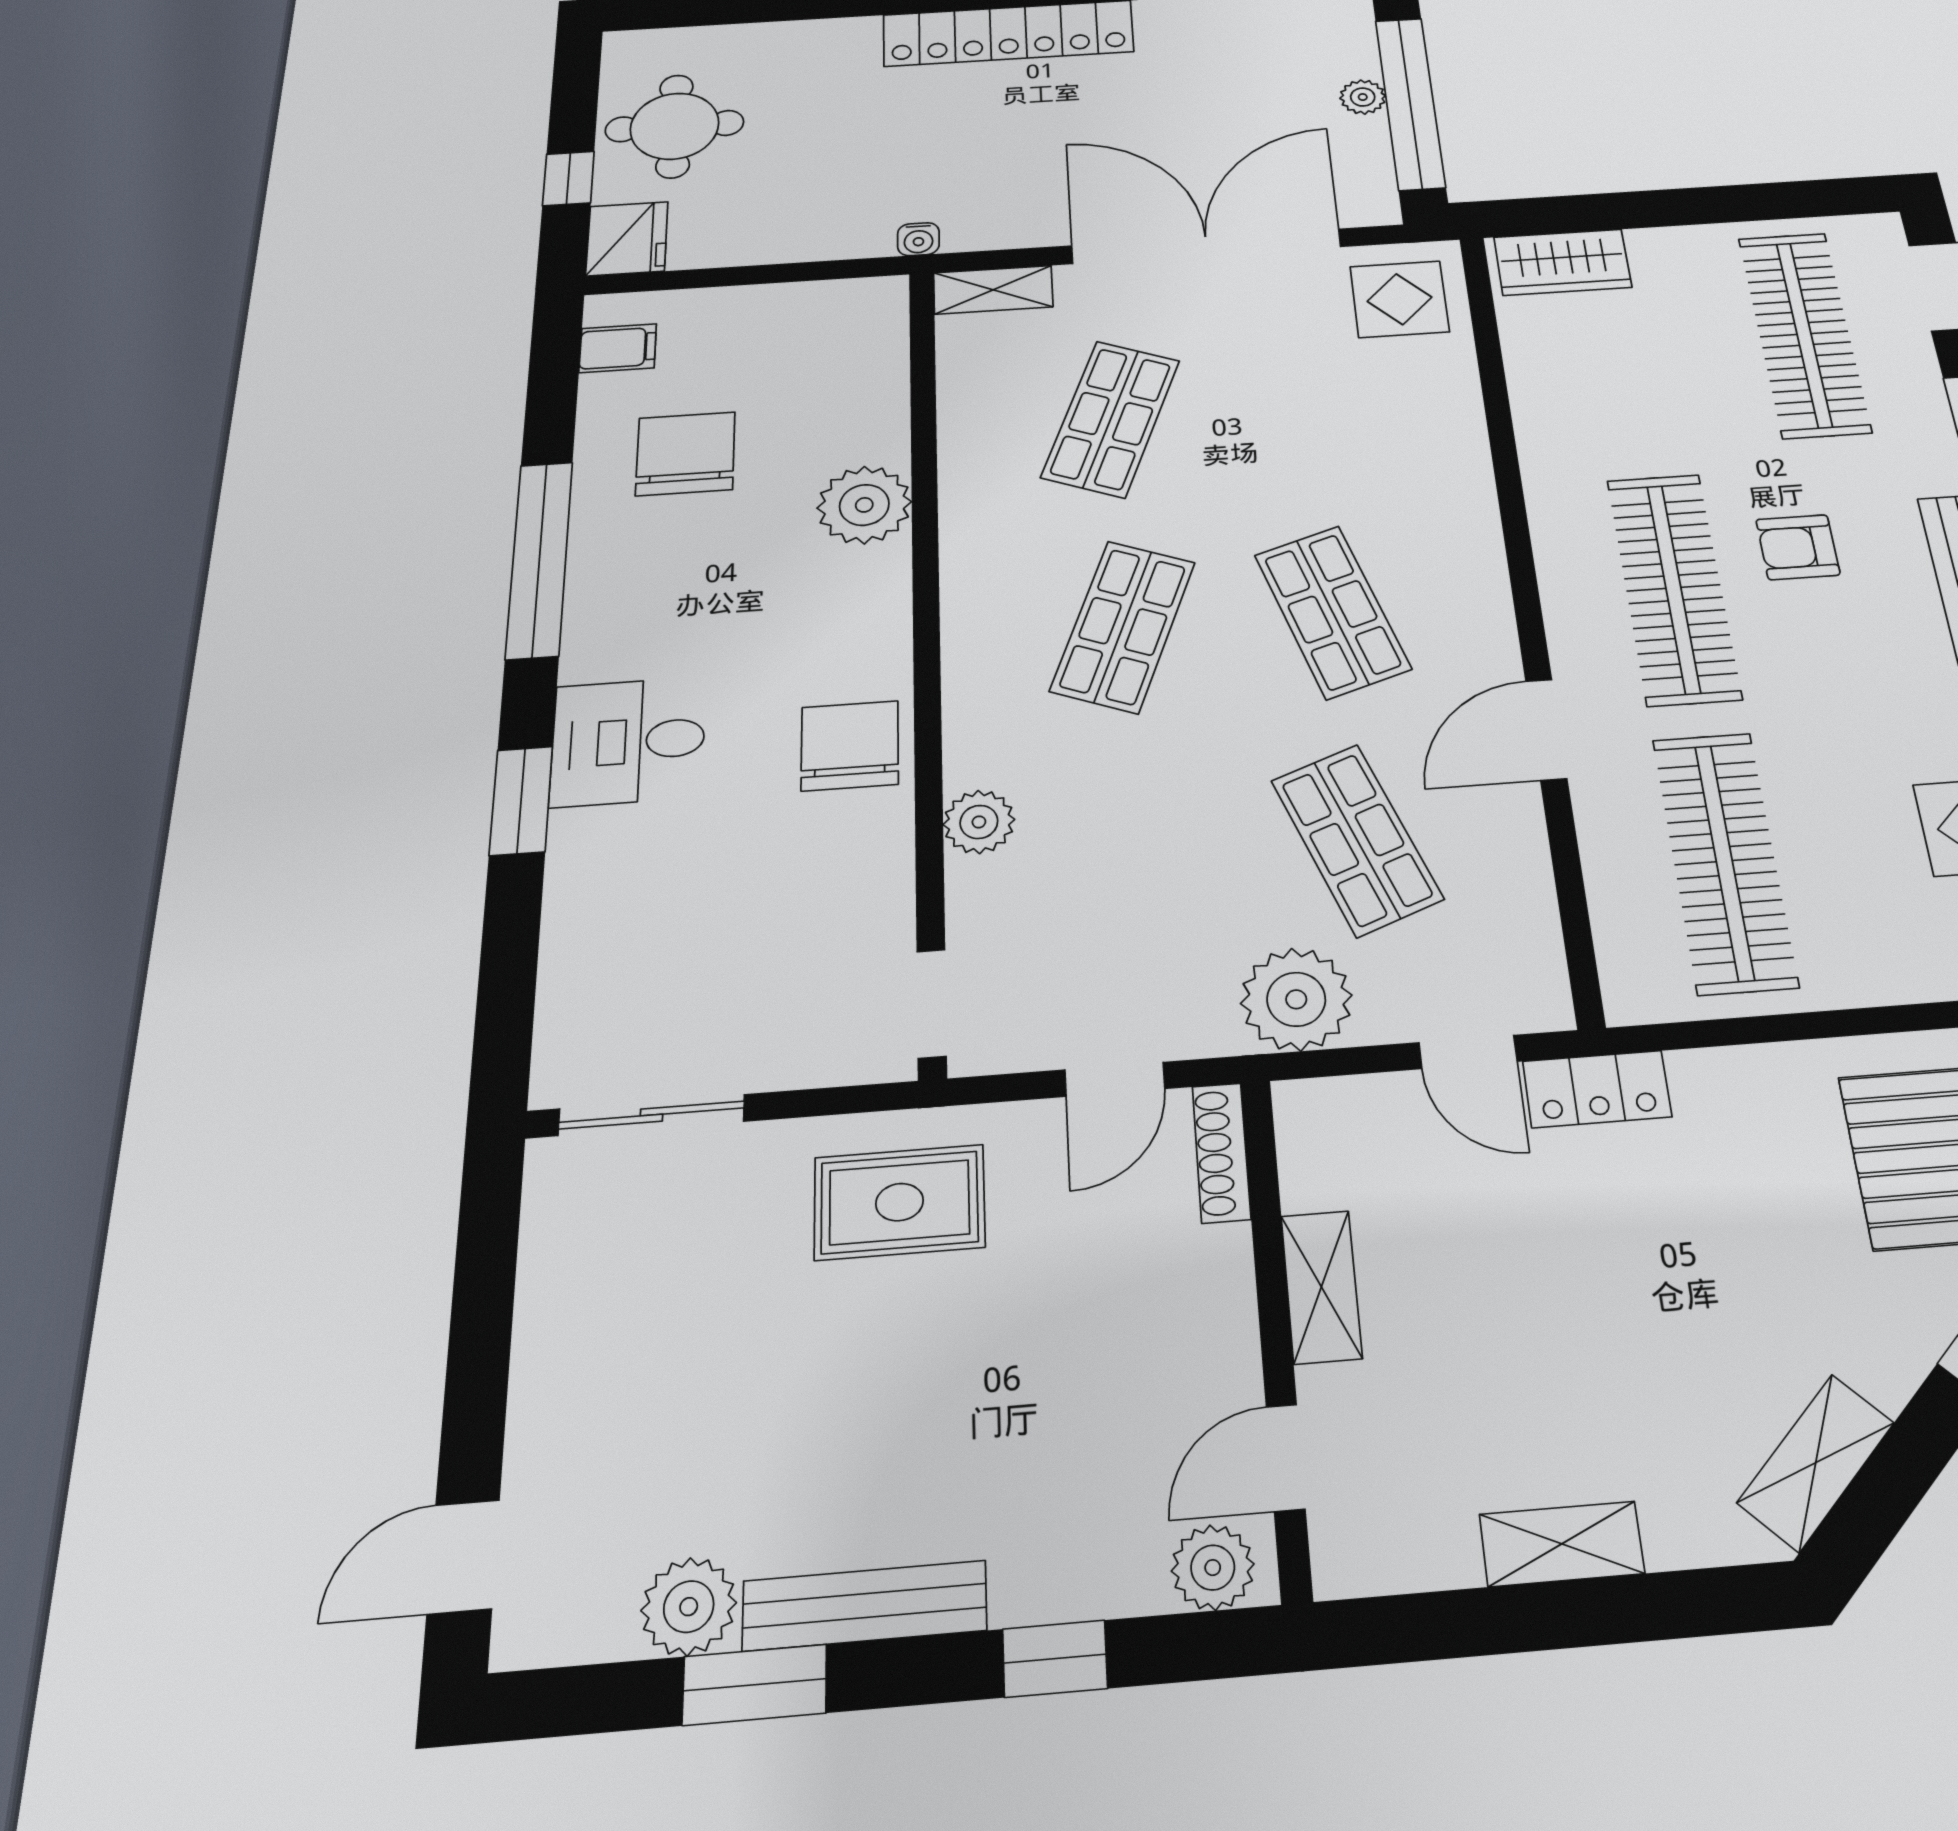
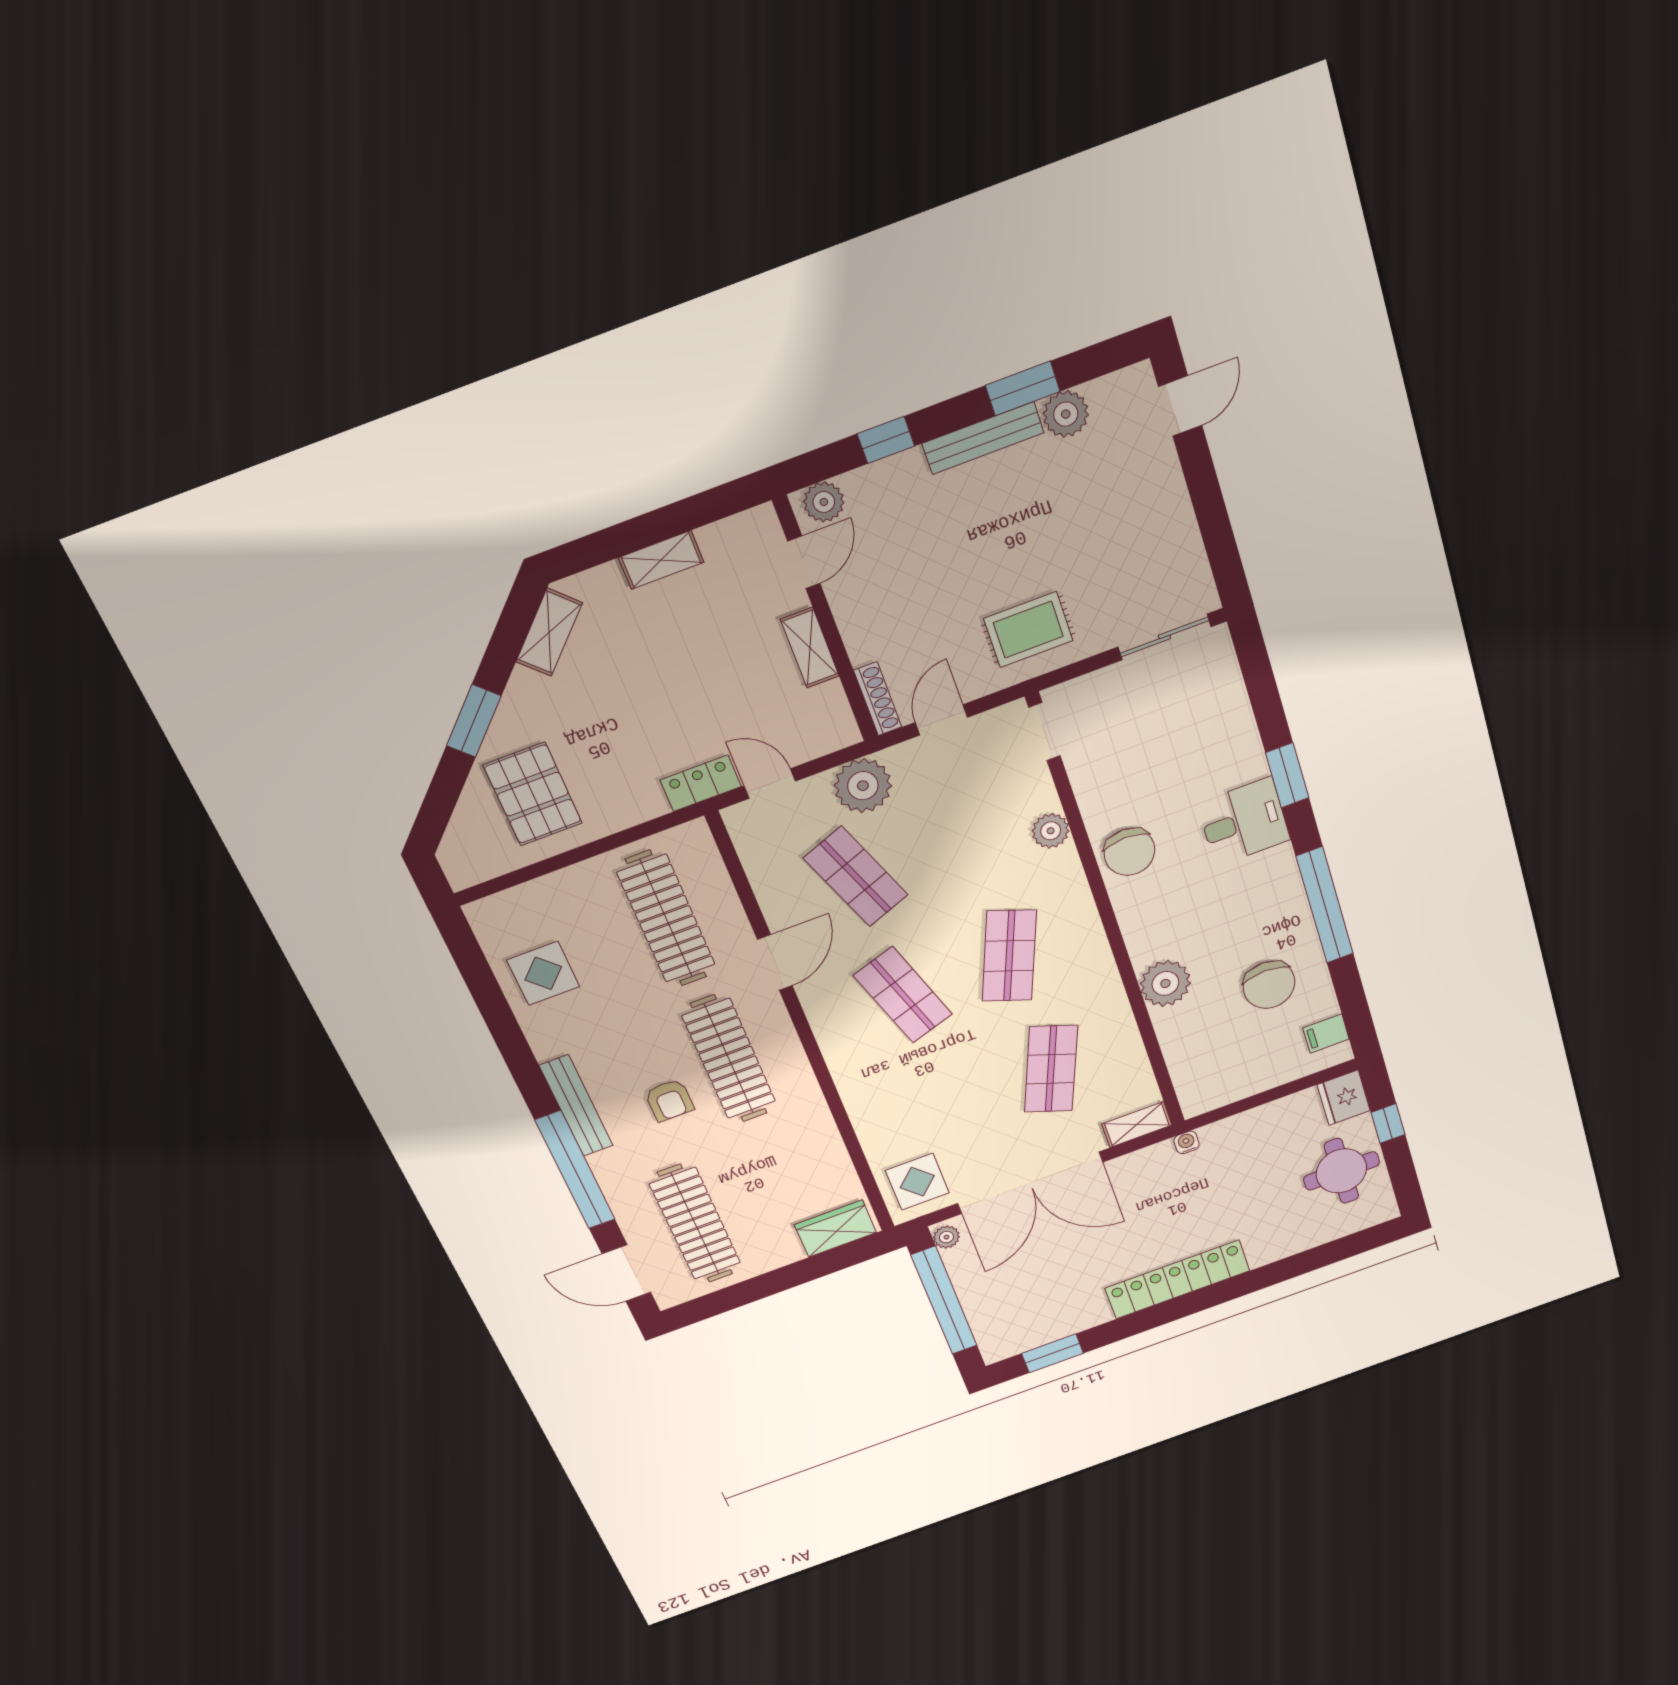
plant: (1363, 97) -> (946, 1237), moved
armchair: (1798, 547) -> (669, 1100), turned 90

